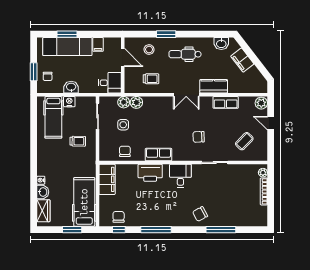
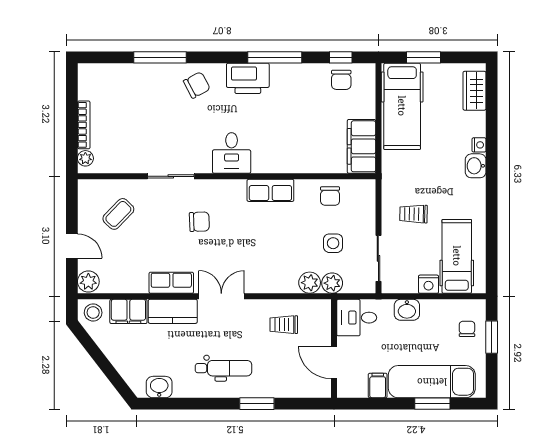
stool: (149, 50) -> (93, 312), moved
filing cabinet: (242, 60) -> (128, 311), moved, turned 128
washbasin: (71, 87) -> (407, 310), moved
row of seats: (226, 102) -> (171, 283), moved
printer: (150, 173) -> (248, 78), moved, turned 180
washbasin: (43, 192) -> (476, 166), moved

